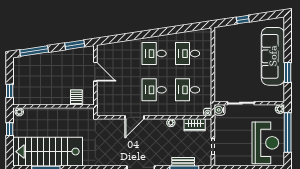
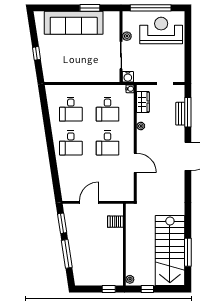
window: (34, 51) -> (67, 254), moved
plant: (280, 109) -> (127, 36), moved

